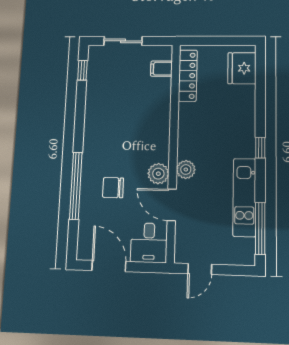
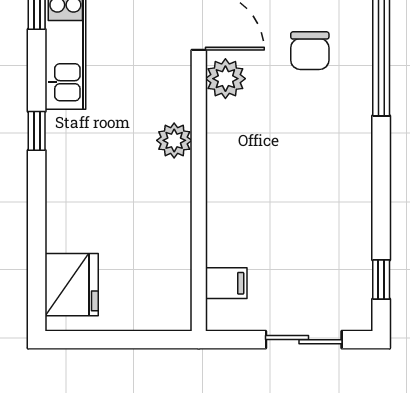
locker: (188, 76) -> (175, 269), removed
plant: (186, 170) -> (174, 140), moved
chair: (113, 188) -> (310, 51), turned 90

